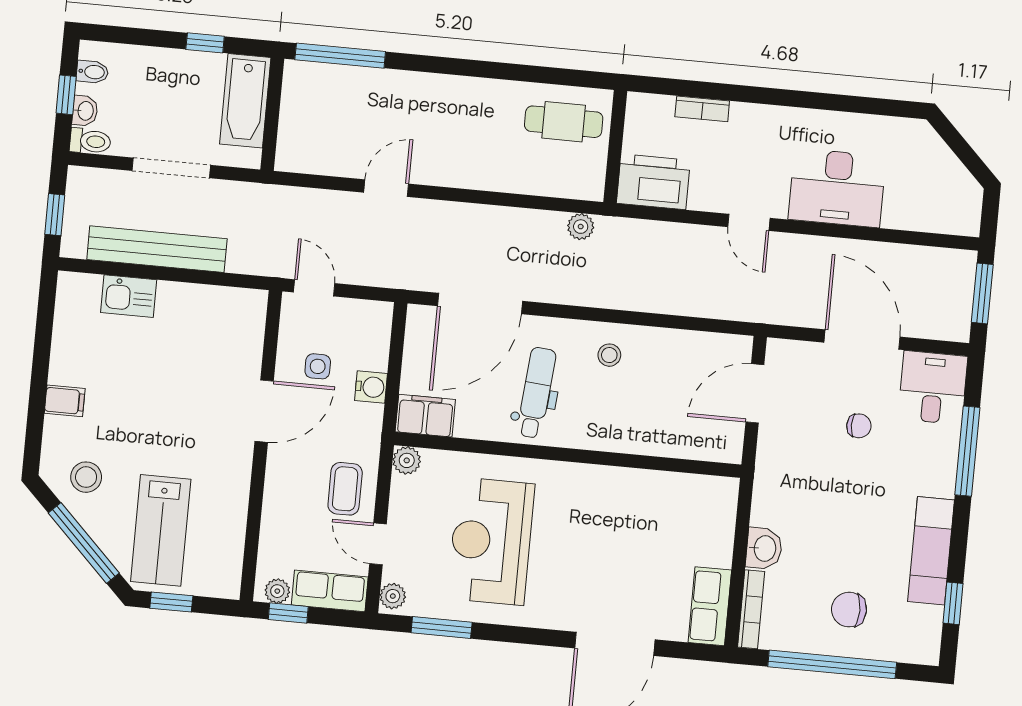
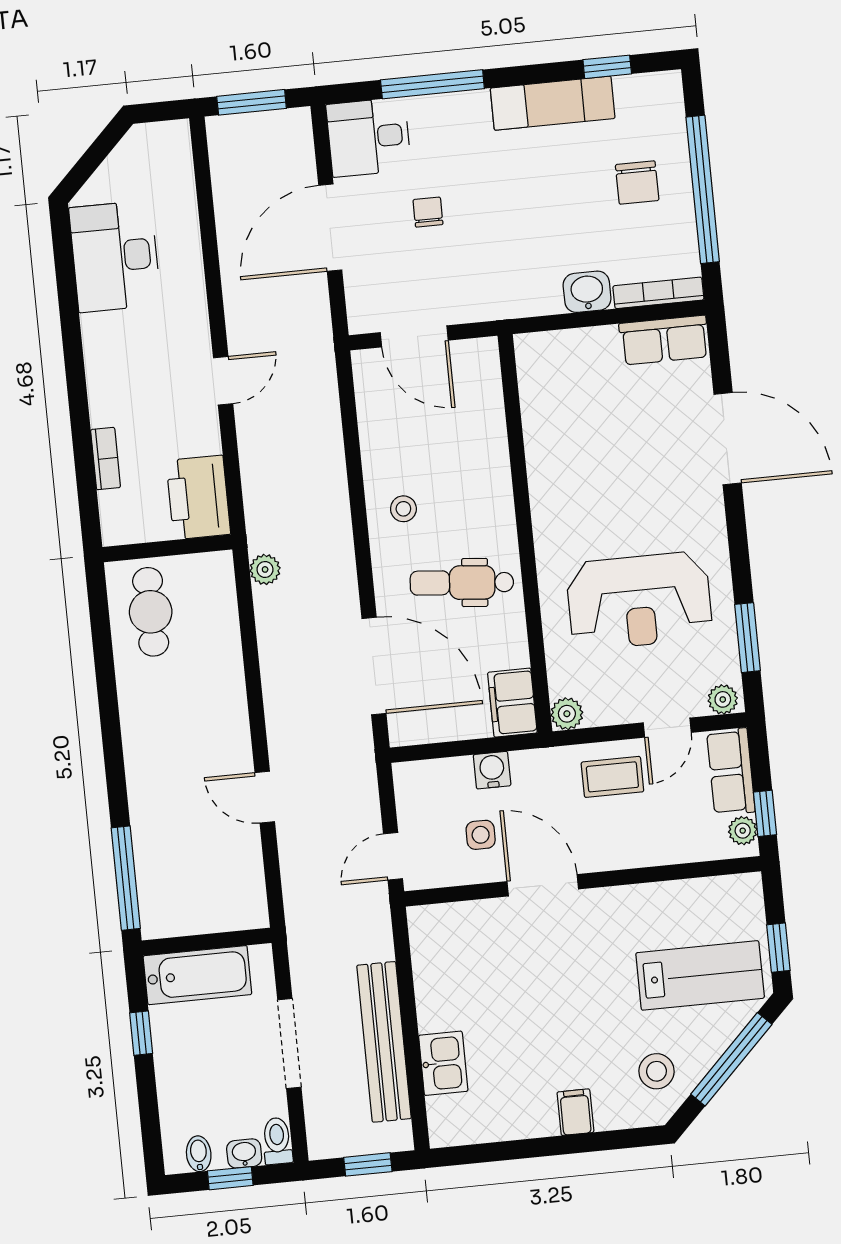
desk: (837, 188) -> (115, 256), moved, turned 180

